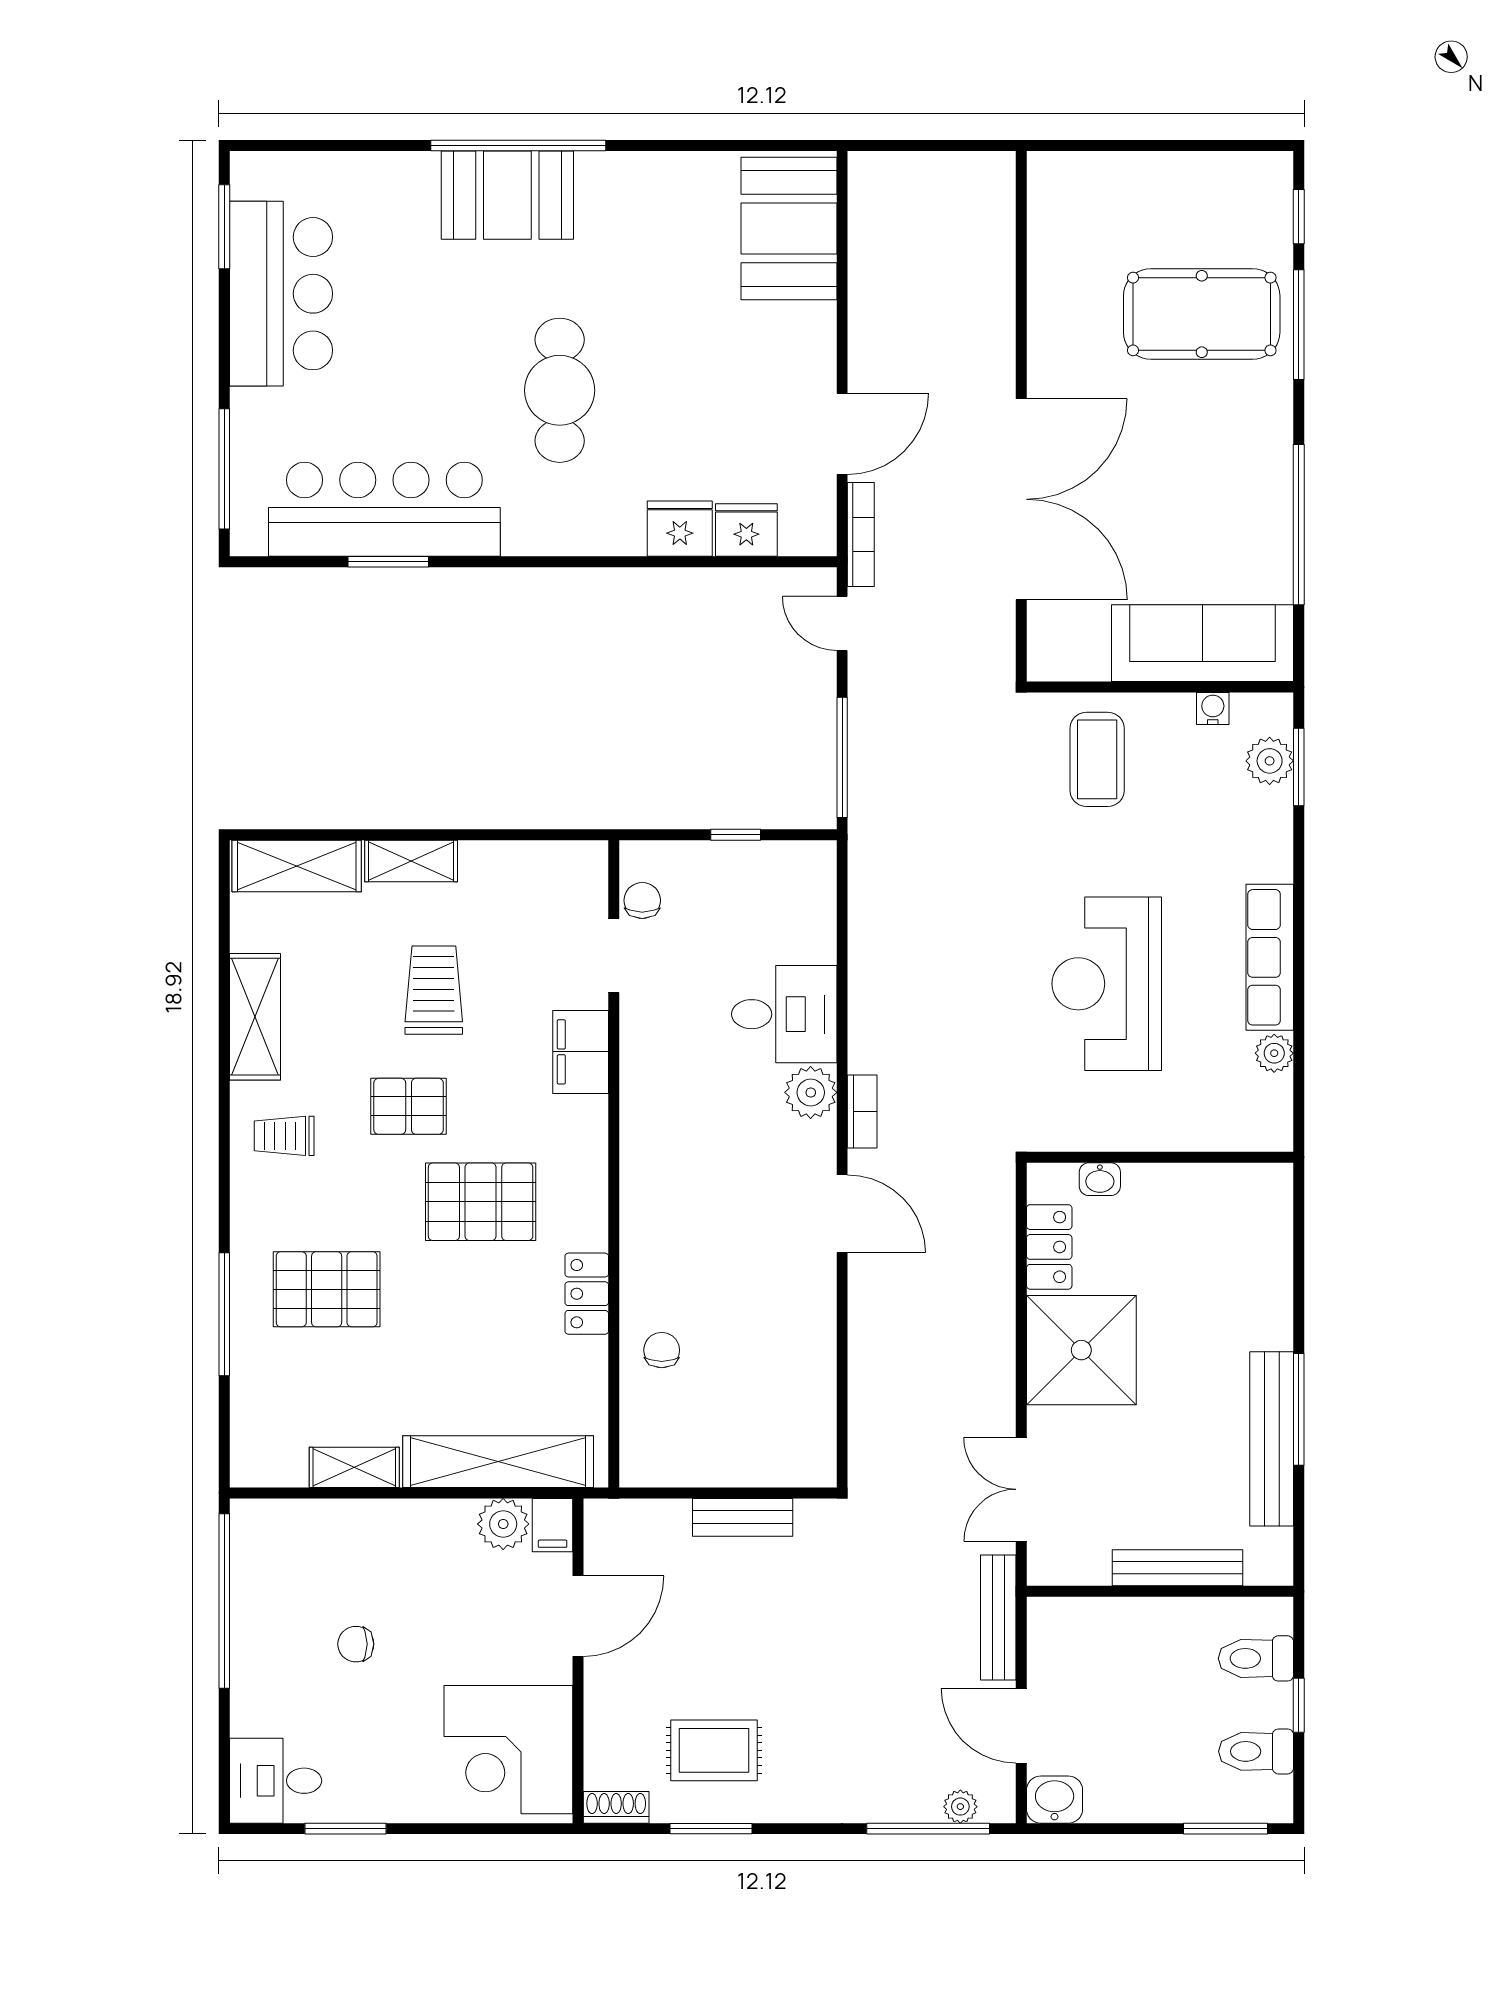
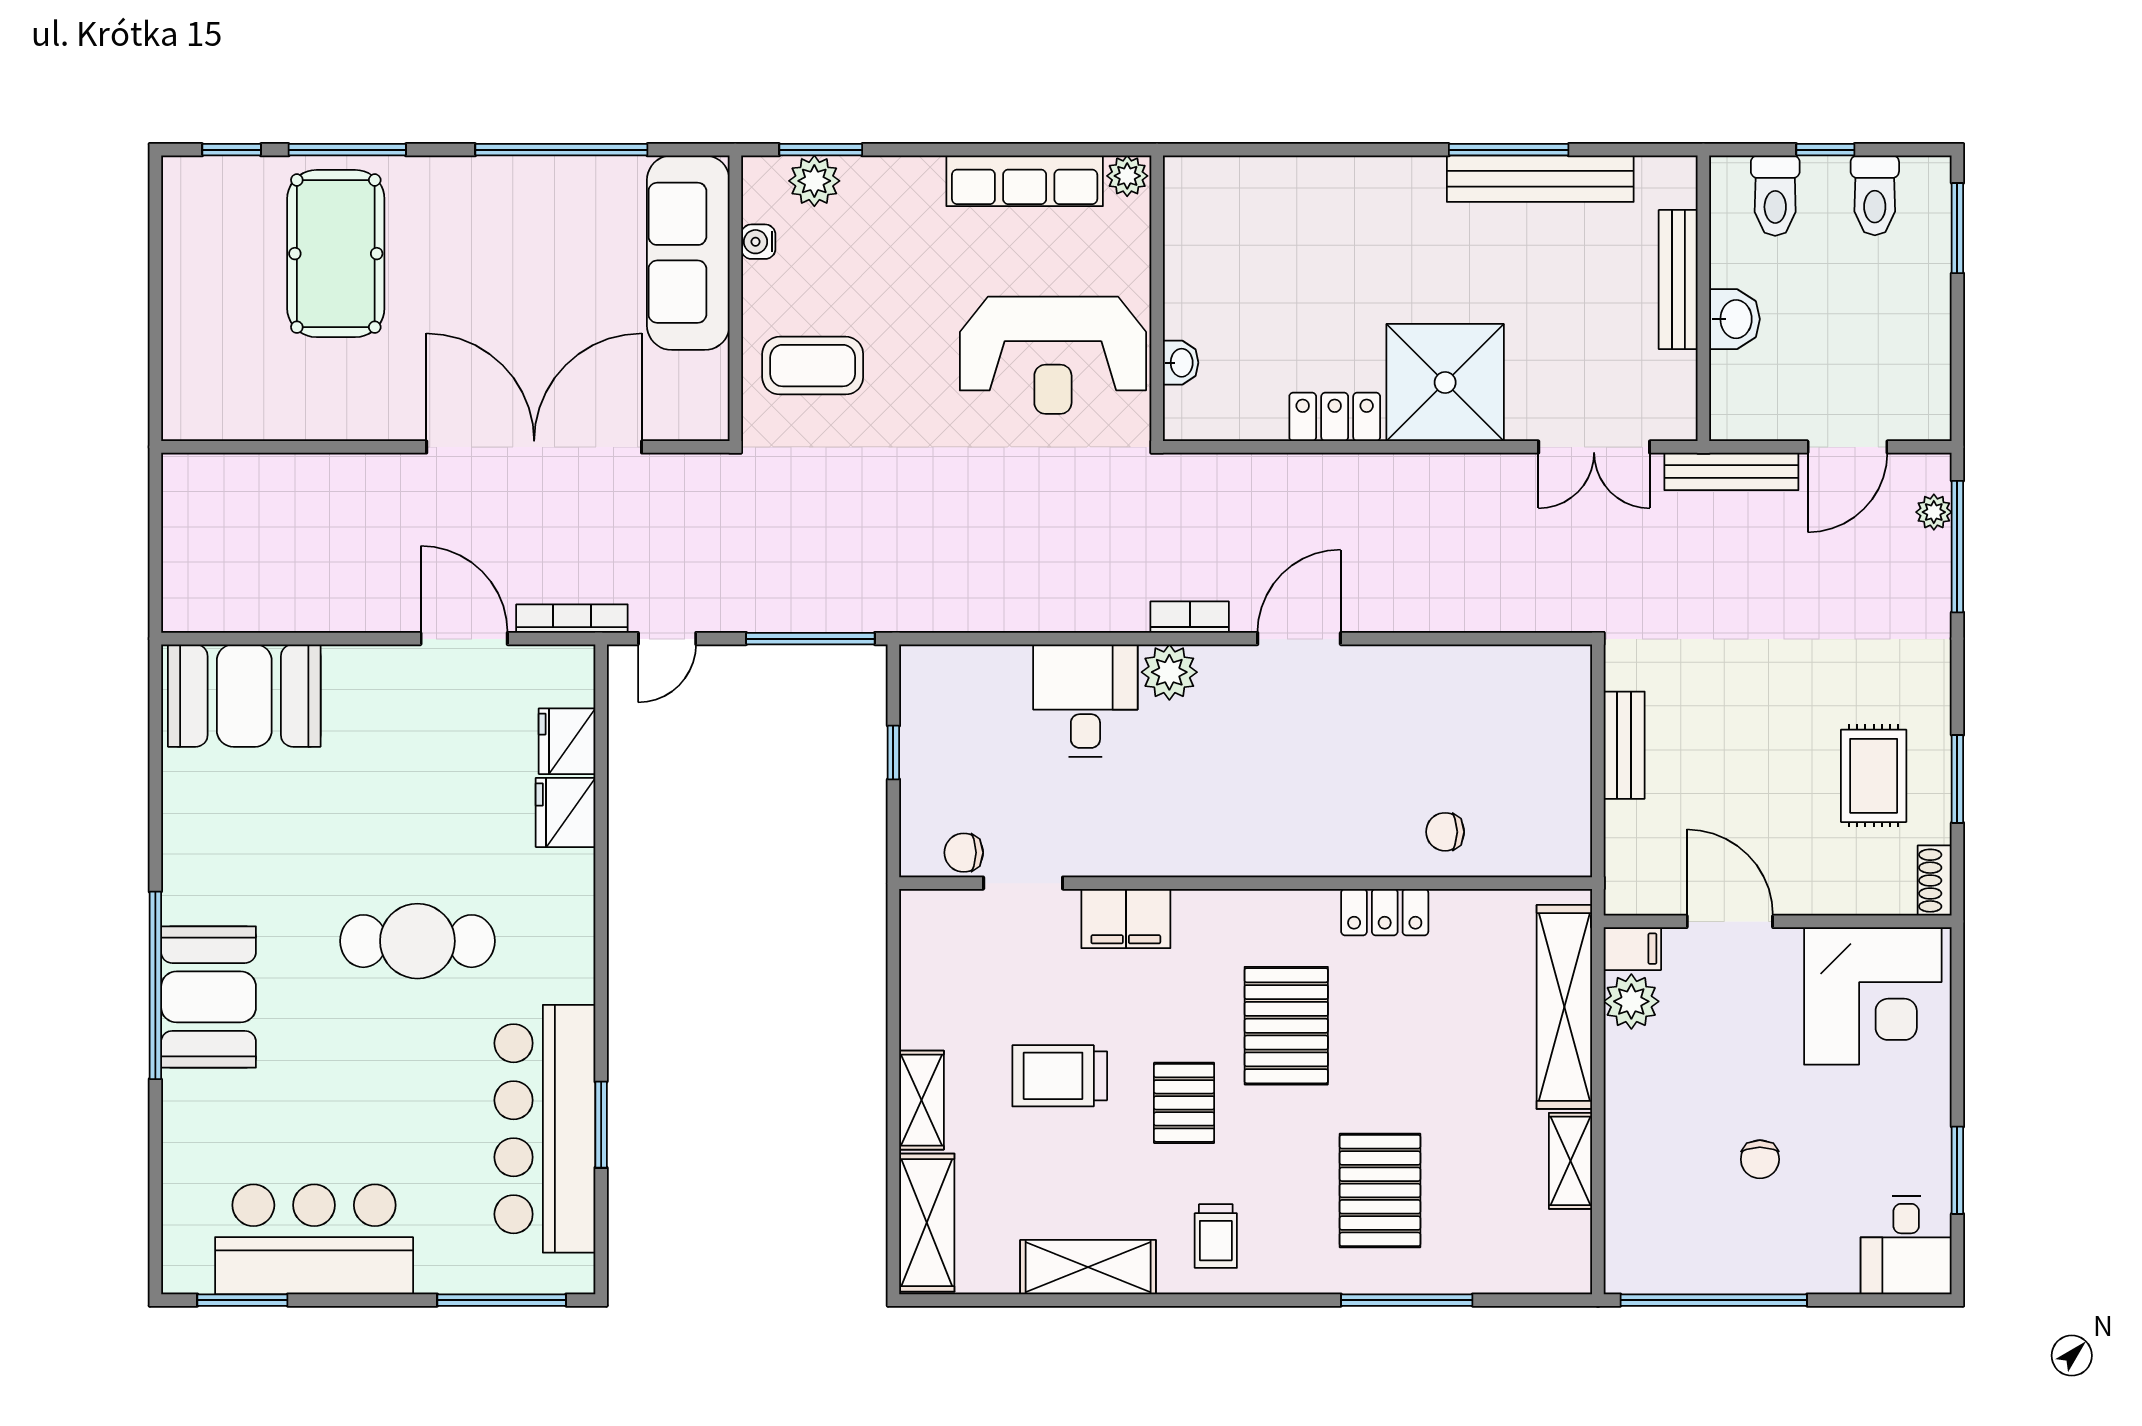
wall: (1160, 1157) -> (1157, 298), moved
washbasin: (1100, 1179) -> (1181, 363), moved
washbasin: (1055, 1800) -> (1735, 319), moved, turned 180

